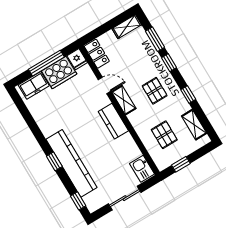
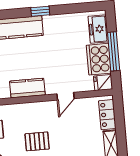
locker: (97, 54) -> (107, 115), moved, turned 90
shelving: (124, 100) -> (43, 108), removed
window: (54, 161) -> (40, 11), moved

